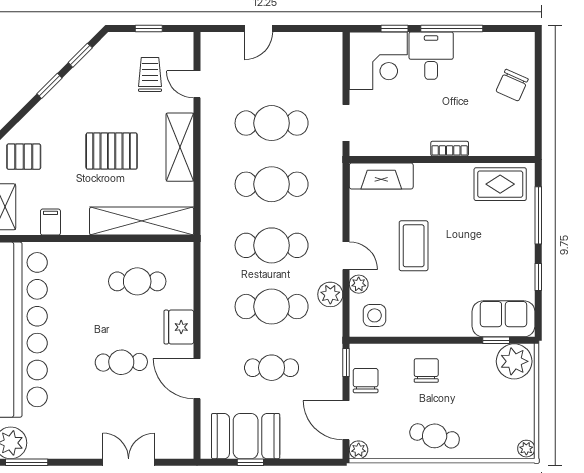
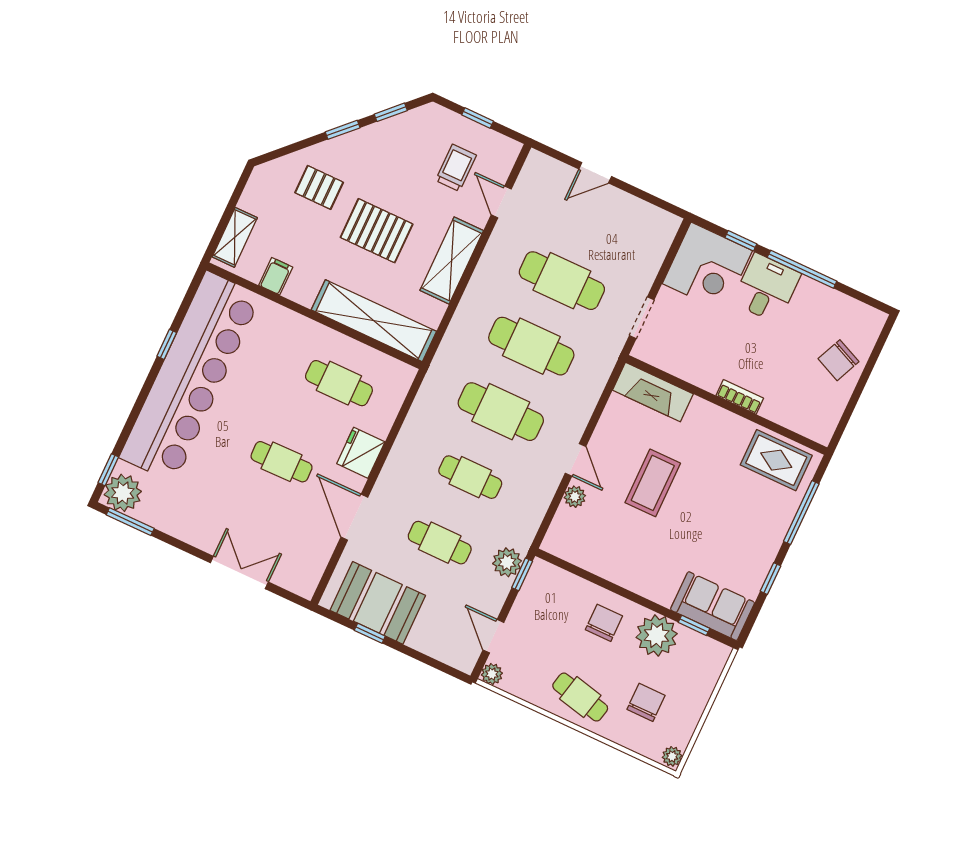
pallet: (24, 157) -> (319, 187), moved
plant: (330, 294) -> (507, 562), moved
cafe table: (272, 307) -> (470, 477), width x0.73, depth x0.74
side table: (375, 315) -> (576, 538), removed
plant: (514, 361) -> (657, 635), moved
chair: (366, 381) -> (646, 702), moved
door: (346, 420) -> (493, 636), width x0.73

